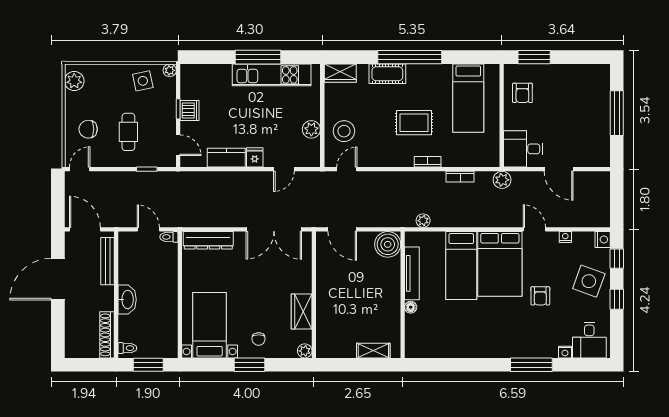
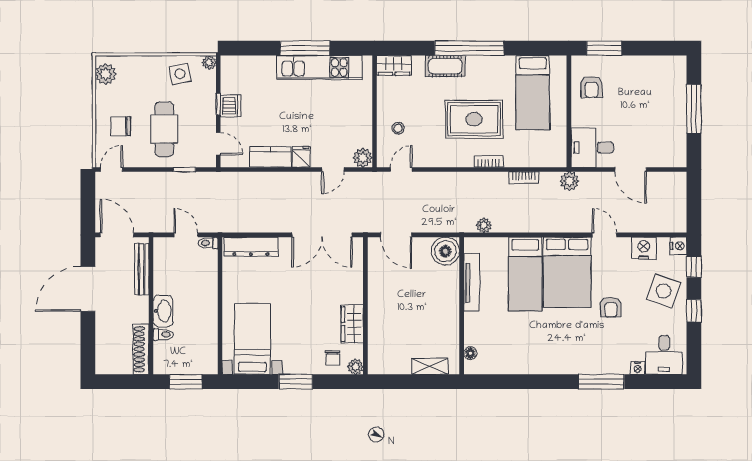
rug: (414, 123) -> (474, 119), width x1.36, depth x1.43
plant: (311, 129) -> (363, 158), moved
stool: (344, 131) -> (398, 128), width x0.53, depth x0.53
cafe table: (128, 132) -> (164, 129), width x1.37, depth x1.35
nightstand: (565, 237) -> (644, 248), width x1.89, depth x1.79
floor lamp: (411, 307) -> (470, 353), moved
chair: (259, 339) -> (333, 358), moved
toilet: (127, 348) -> (163, 334), moved

